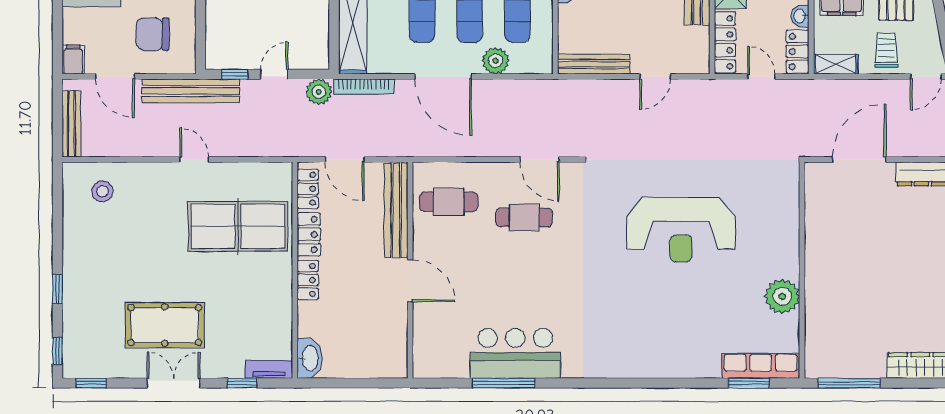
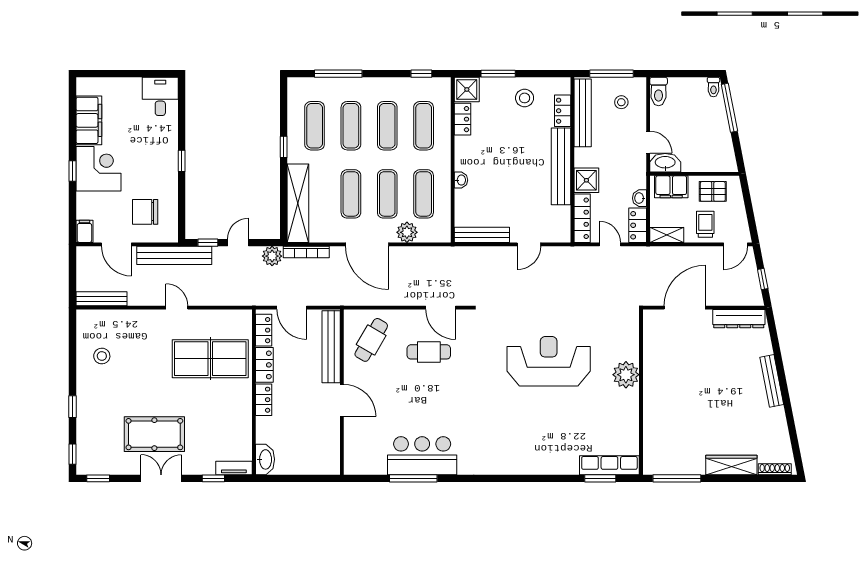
bench: (71, 124) -> (101, 299), moved, turned 90
stool: (102, 191) -> (102, 356), moved
cafe table: (449, 202) -> (371, 340), turned -60
reception desk: (681, 230) -> (549, 361), turned 180
plant: (782, 296) -> (626, 375), moved

